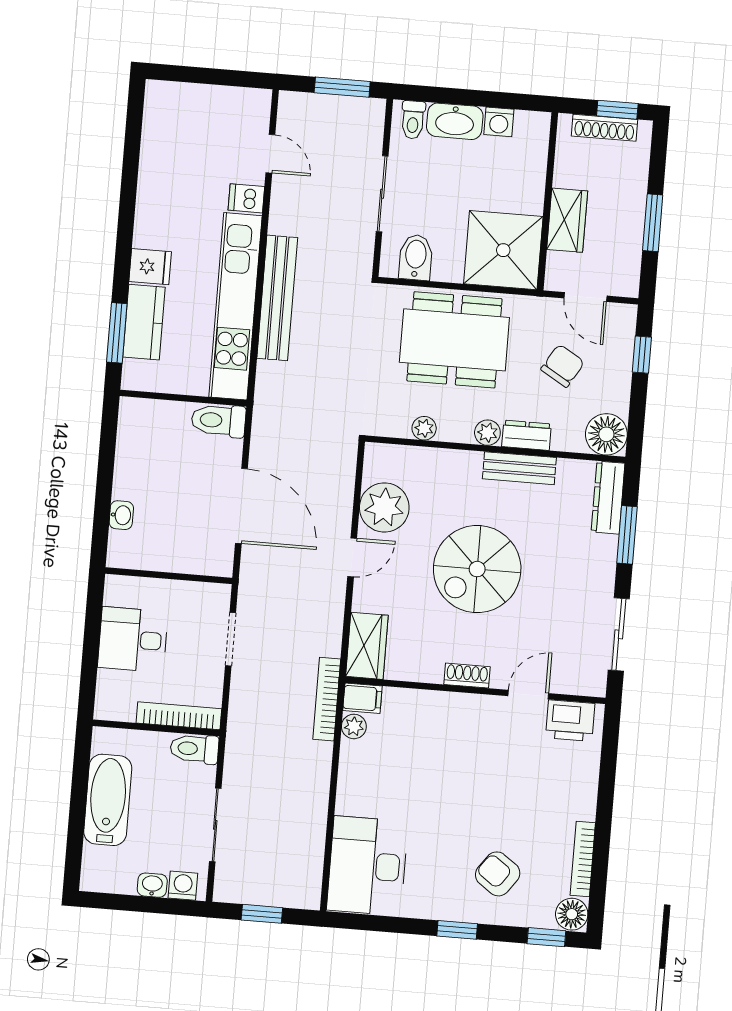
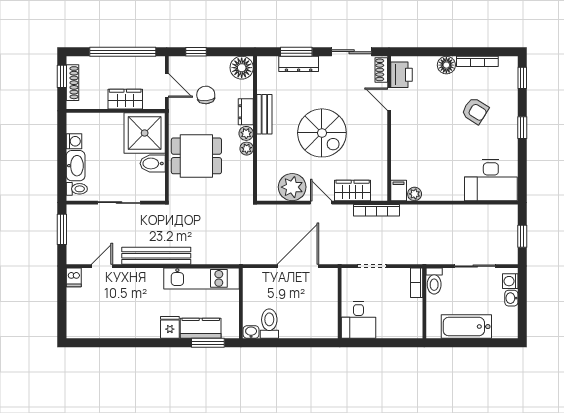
dishwasher: (246, 198) -> (74, 277), moved
window: (653, 223) -> (123, 52), width x2.11
bidet: (416, 257) -> (153, 163), moved
door: (585, 297) -> (167, 86), hinge flipped
bench: (277, 298) -> (156, 256), moved
kitchen unit: (235, 306) -> (201, 278), width x0.73
dining table: (454, 340) -> (196, 156), width x0.73
chair: (563, 366) -> (206, 95), turned 54
toilet: (219, 420) -> (269, 324), moved, turned 180
plant: (424, 428) -> (247, 149), moved
dresser: (608, 498) -> (299, 64), moved
washbasin: (121, 515) -> (251, 332), moved
desk: (133, 639) -> (358, 320), moved
wardrobe: (367, 646) -> (353, 190), moved
shoe rack: (467, 676) -> (381, 70), moved
bookcase: (327, 699) -> (377, 210), moved
bookcase: (179, 716) -> (417, 283), width x0.64
armchair: (498, 874) -> (475, 111), moved, turned -94
floor lamp: (572, 914) -> (446, 65), moved

